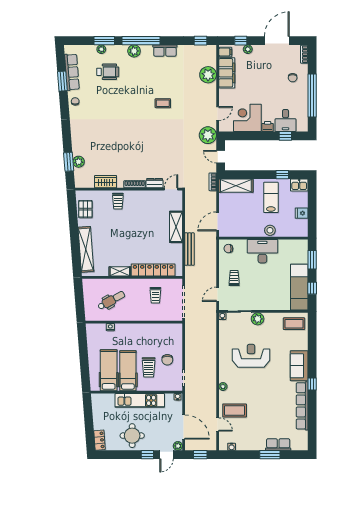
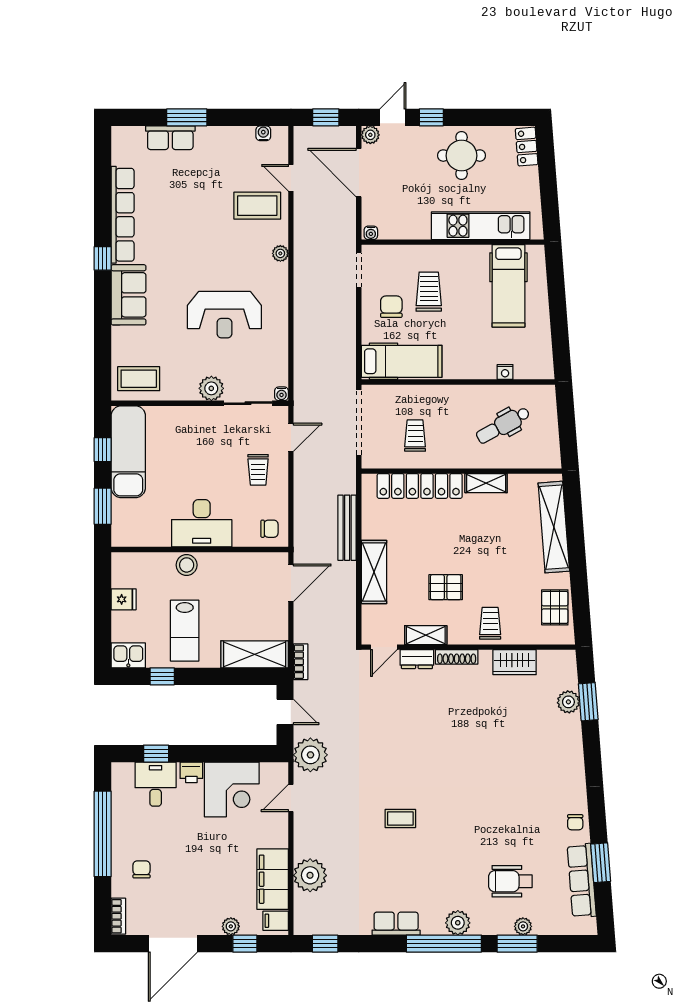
shelving: (150, 195) -> (426, 635), added
pallet: (140, 219) -> (446, 587), added
hospital bed: (128, 371) -> (402, 361), moved, turned -90
kitchen unit: (140, 400) -> (481, 226), moved

